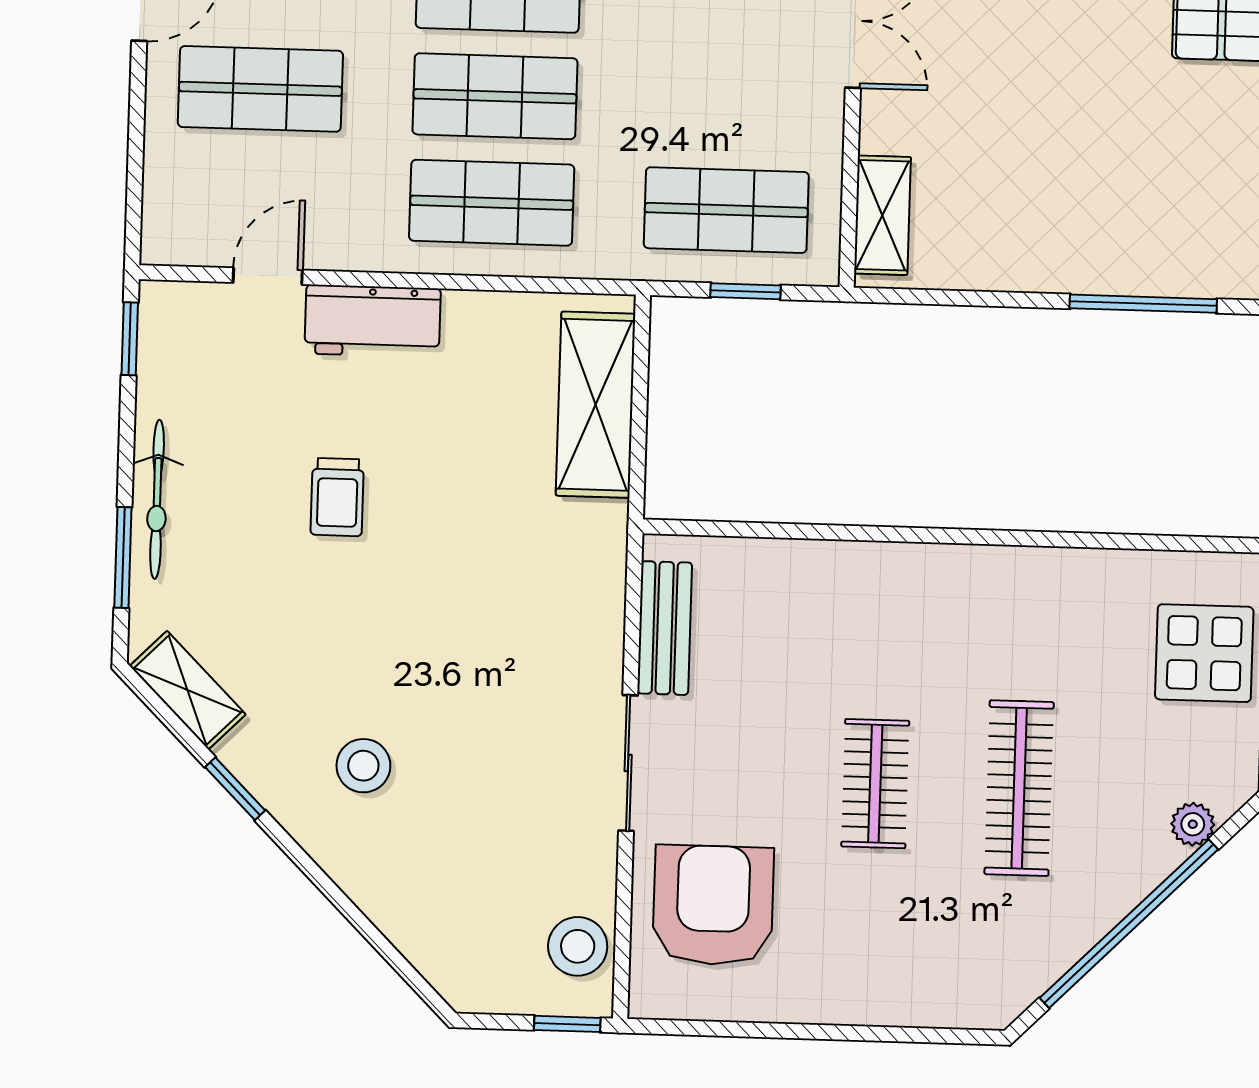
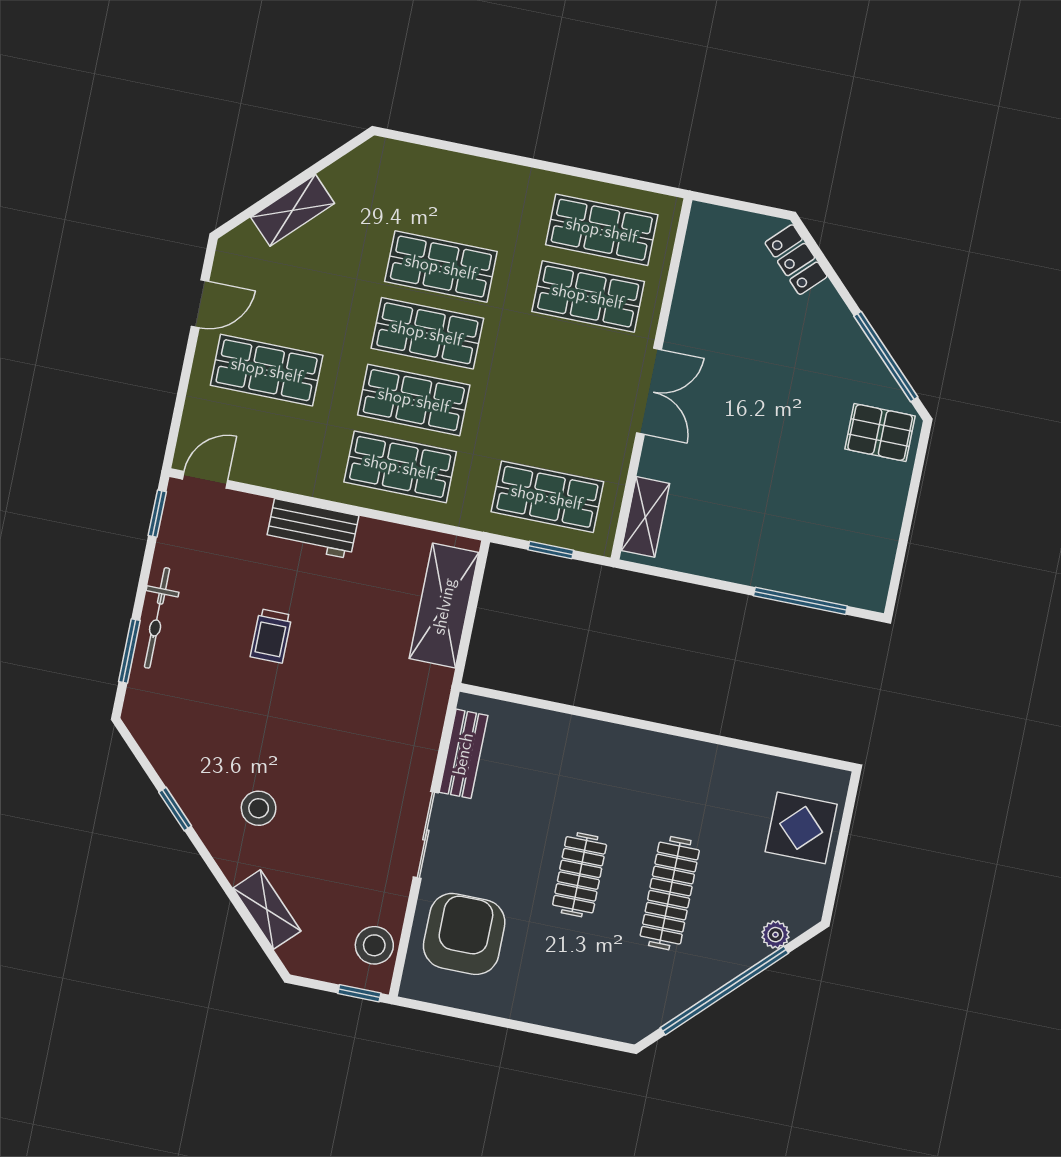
door: (268, 276) -> (205, 480), moved
shelving: (188, 690) -> (267, 910), moved

